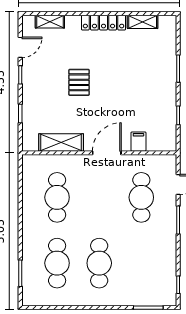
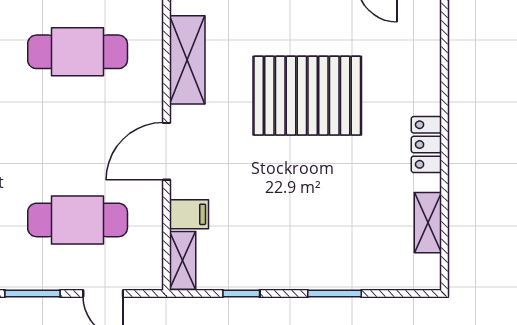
shelving: (50, 22) -> (183, 260), moved
locker: (104, 23) -> (426, 145), width x0.66
pallet: (79, 82) -> (307, 96), width x2.05, depth x2.00
door: (107, 153) -> (166, 151), swing flipped

